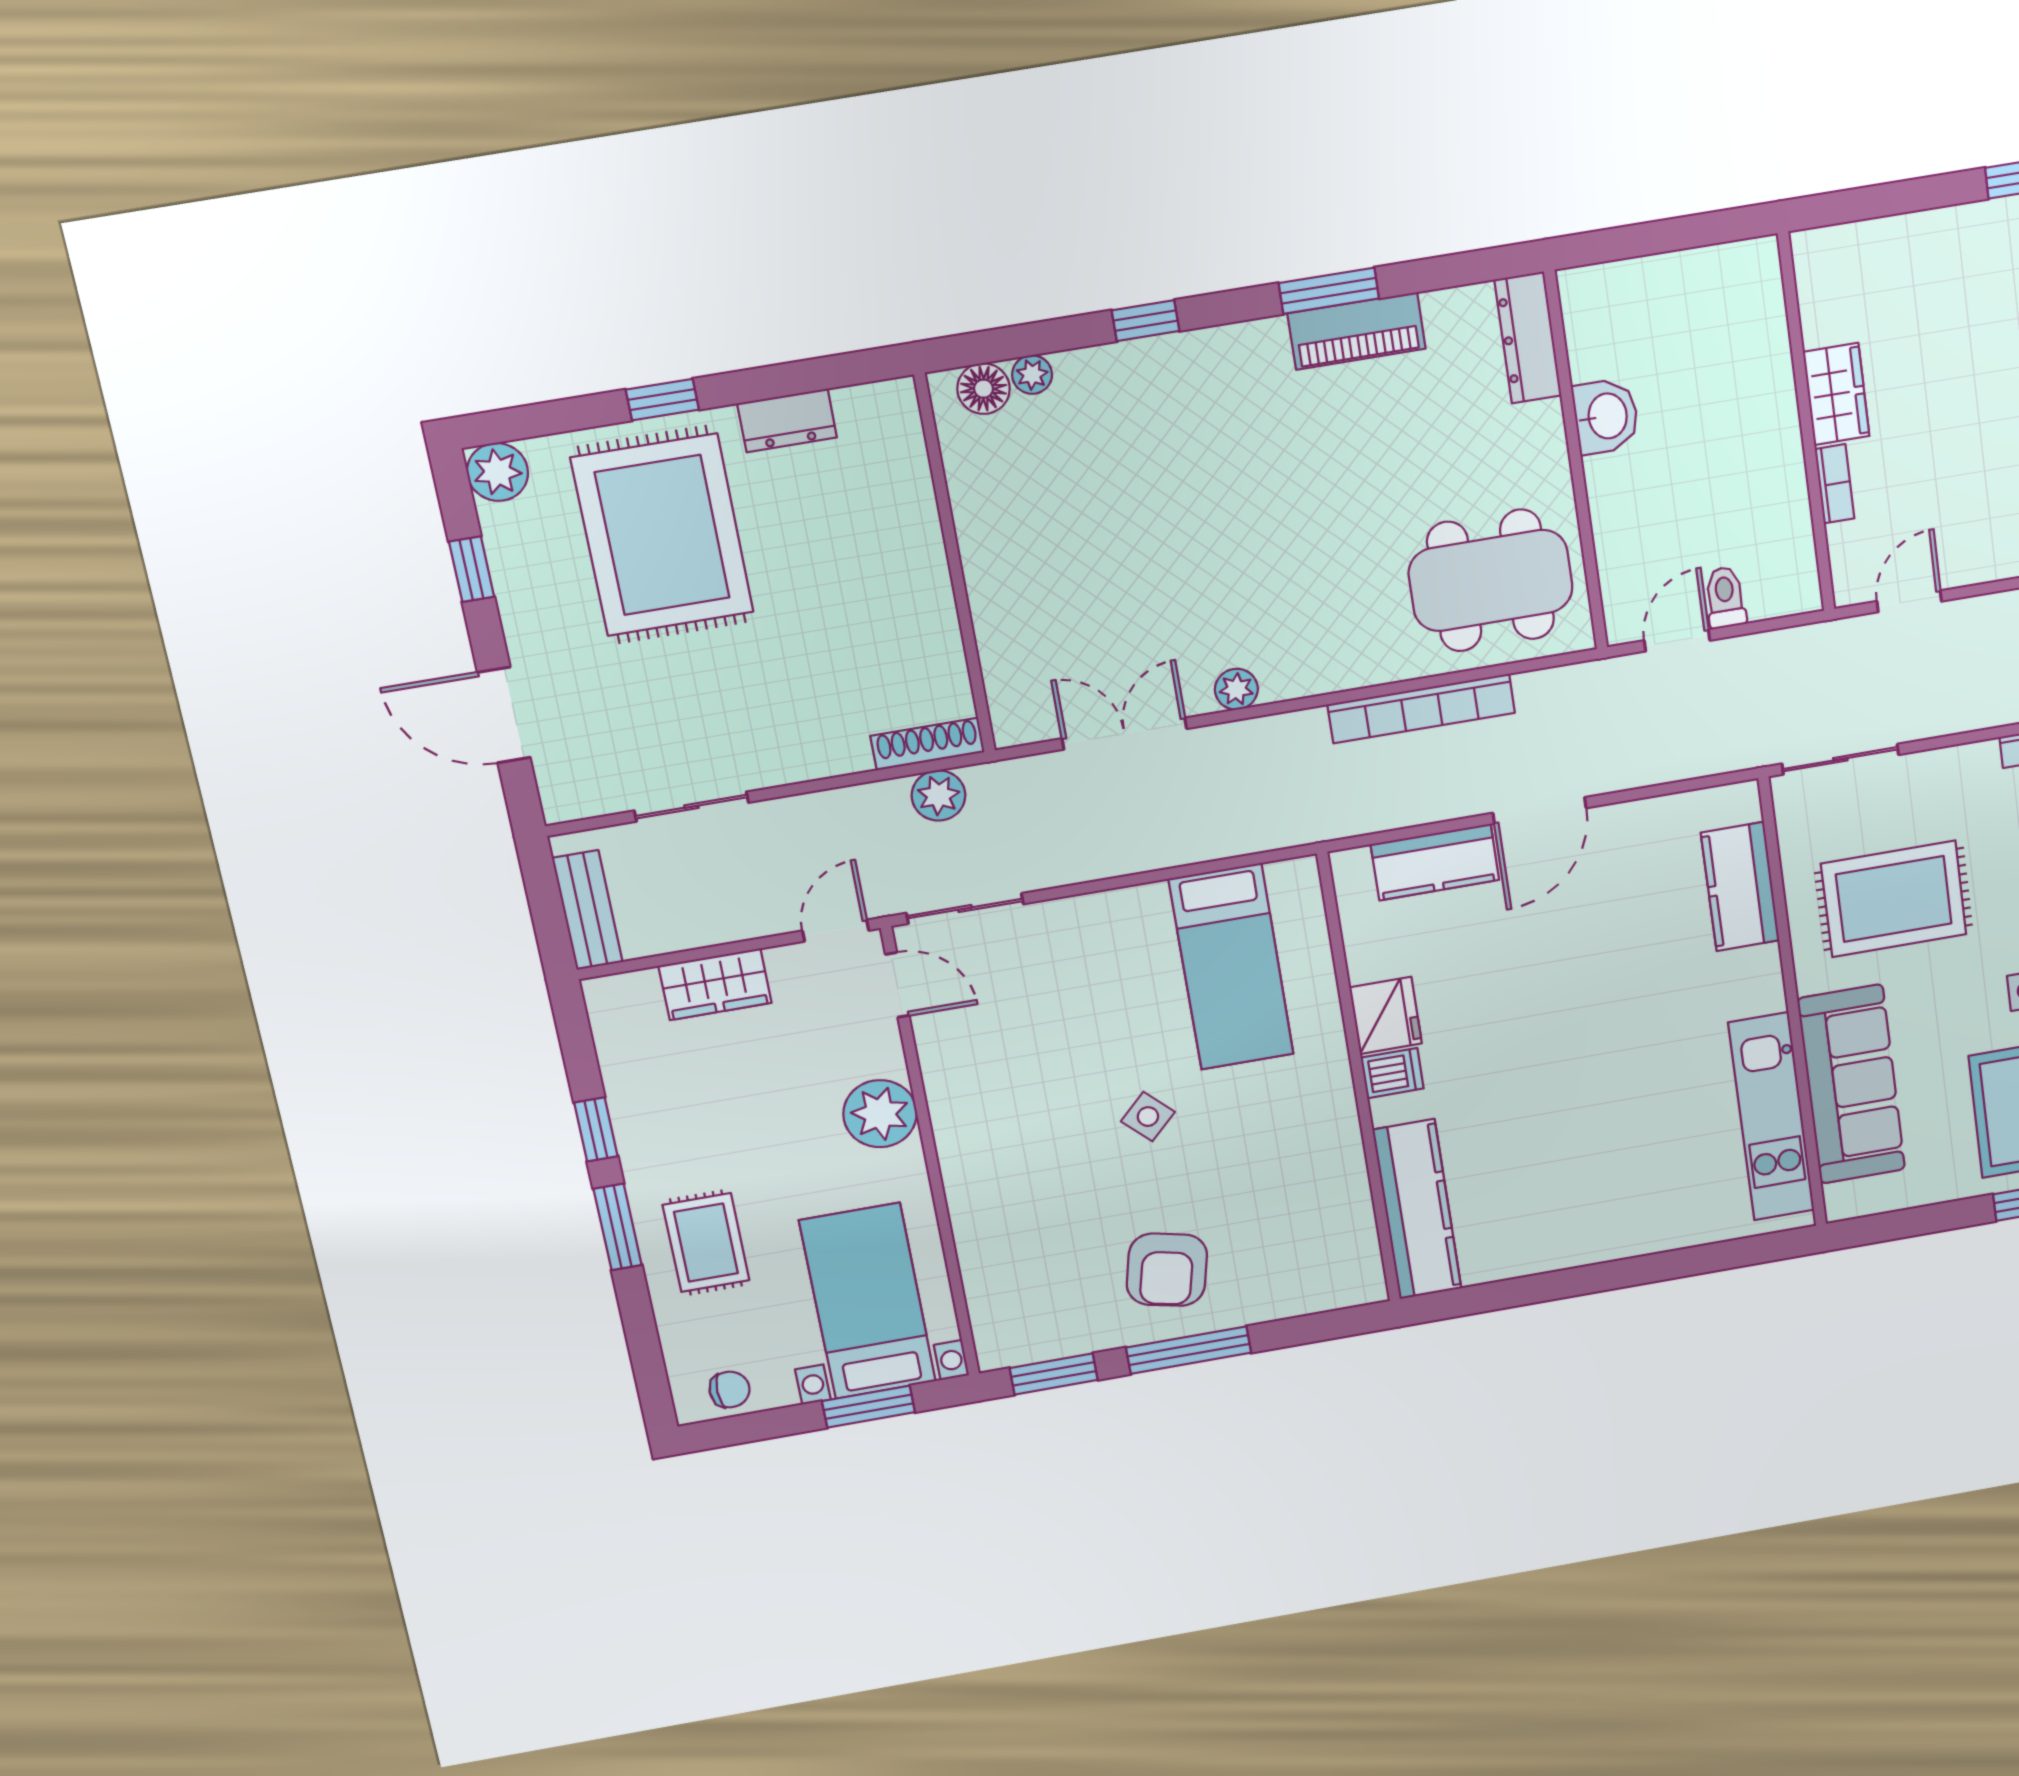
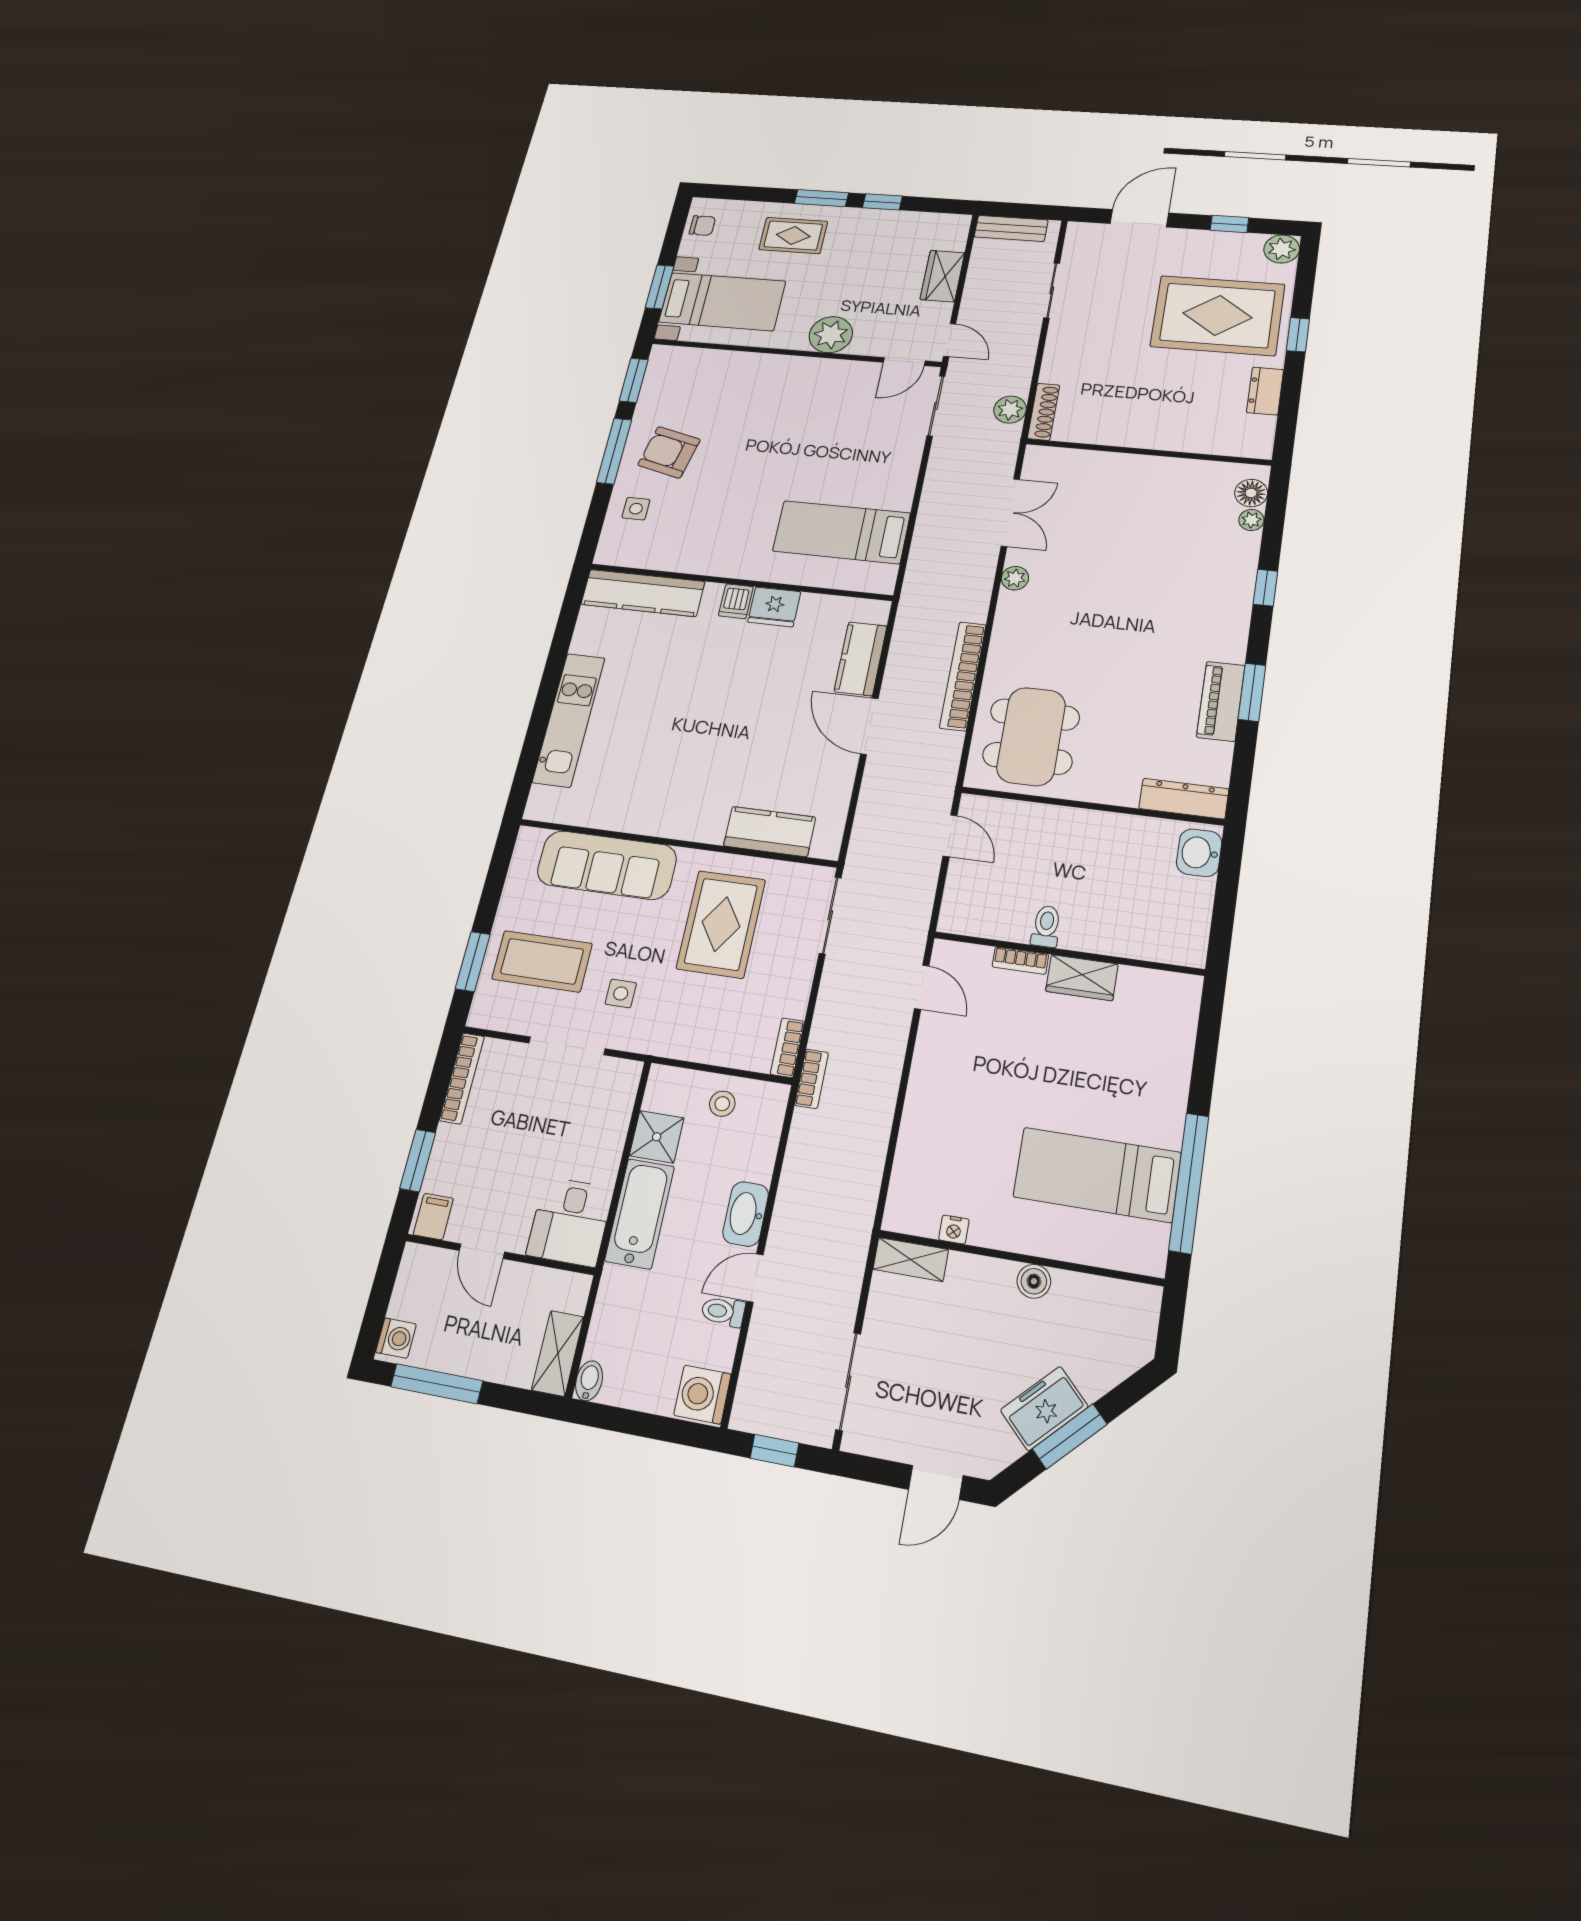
washbasin: (1606, 416) -> (1199, 853), moved, turned 90
toilet: (1725, 598) -> (1046, 926), moved, turned -90
side table: (1148, 1117) -> (636, 509), moved, turned 45
kitchen unit: (1771, 1117) -> (569, 720), moved, turned 90
chair: (730, 1390) -> (702, 226), turned -90

